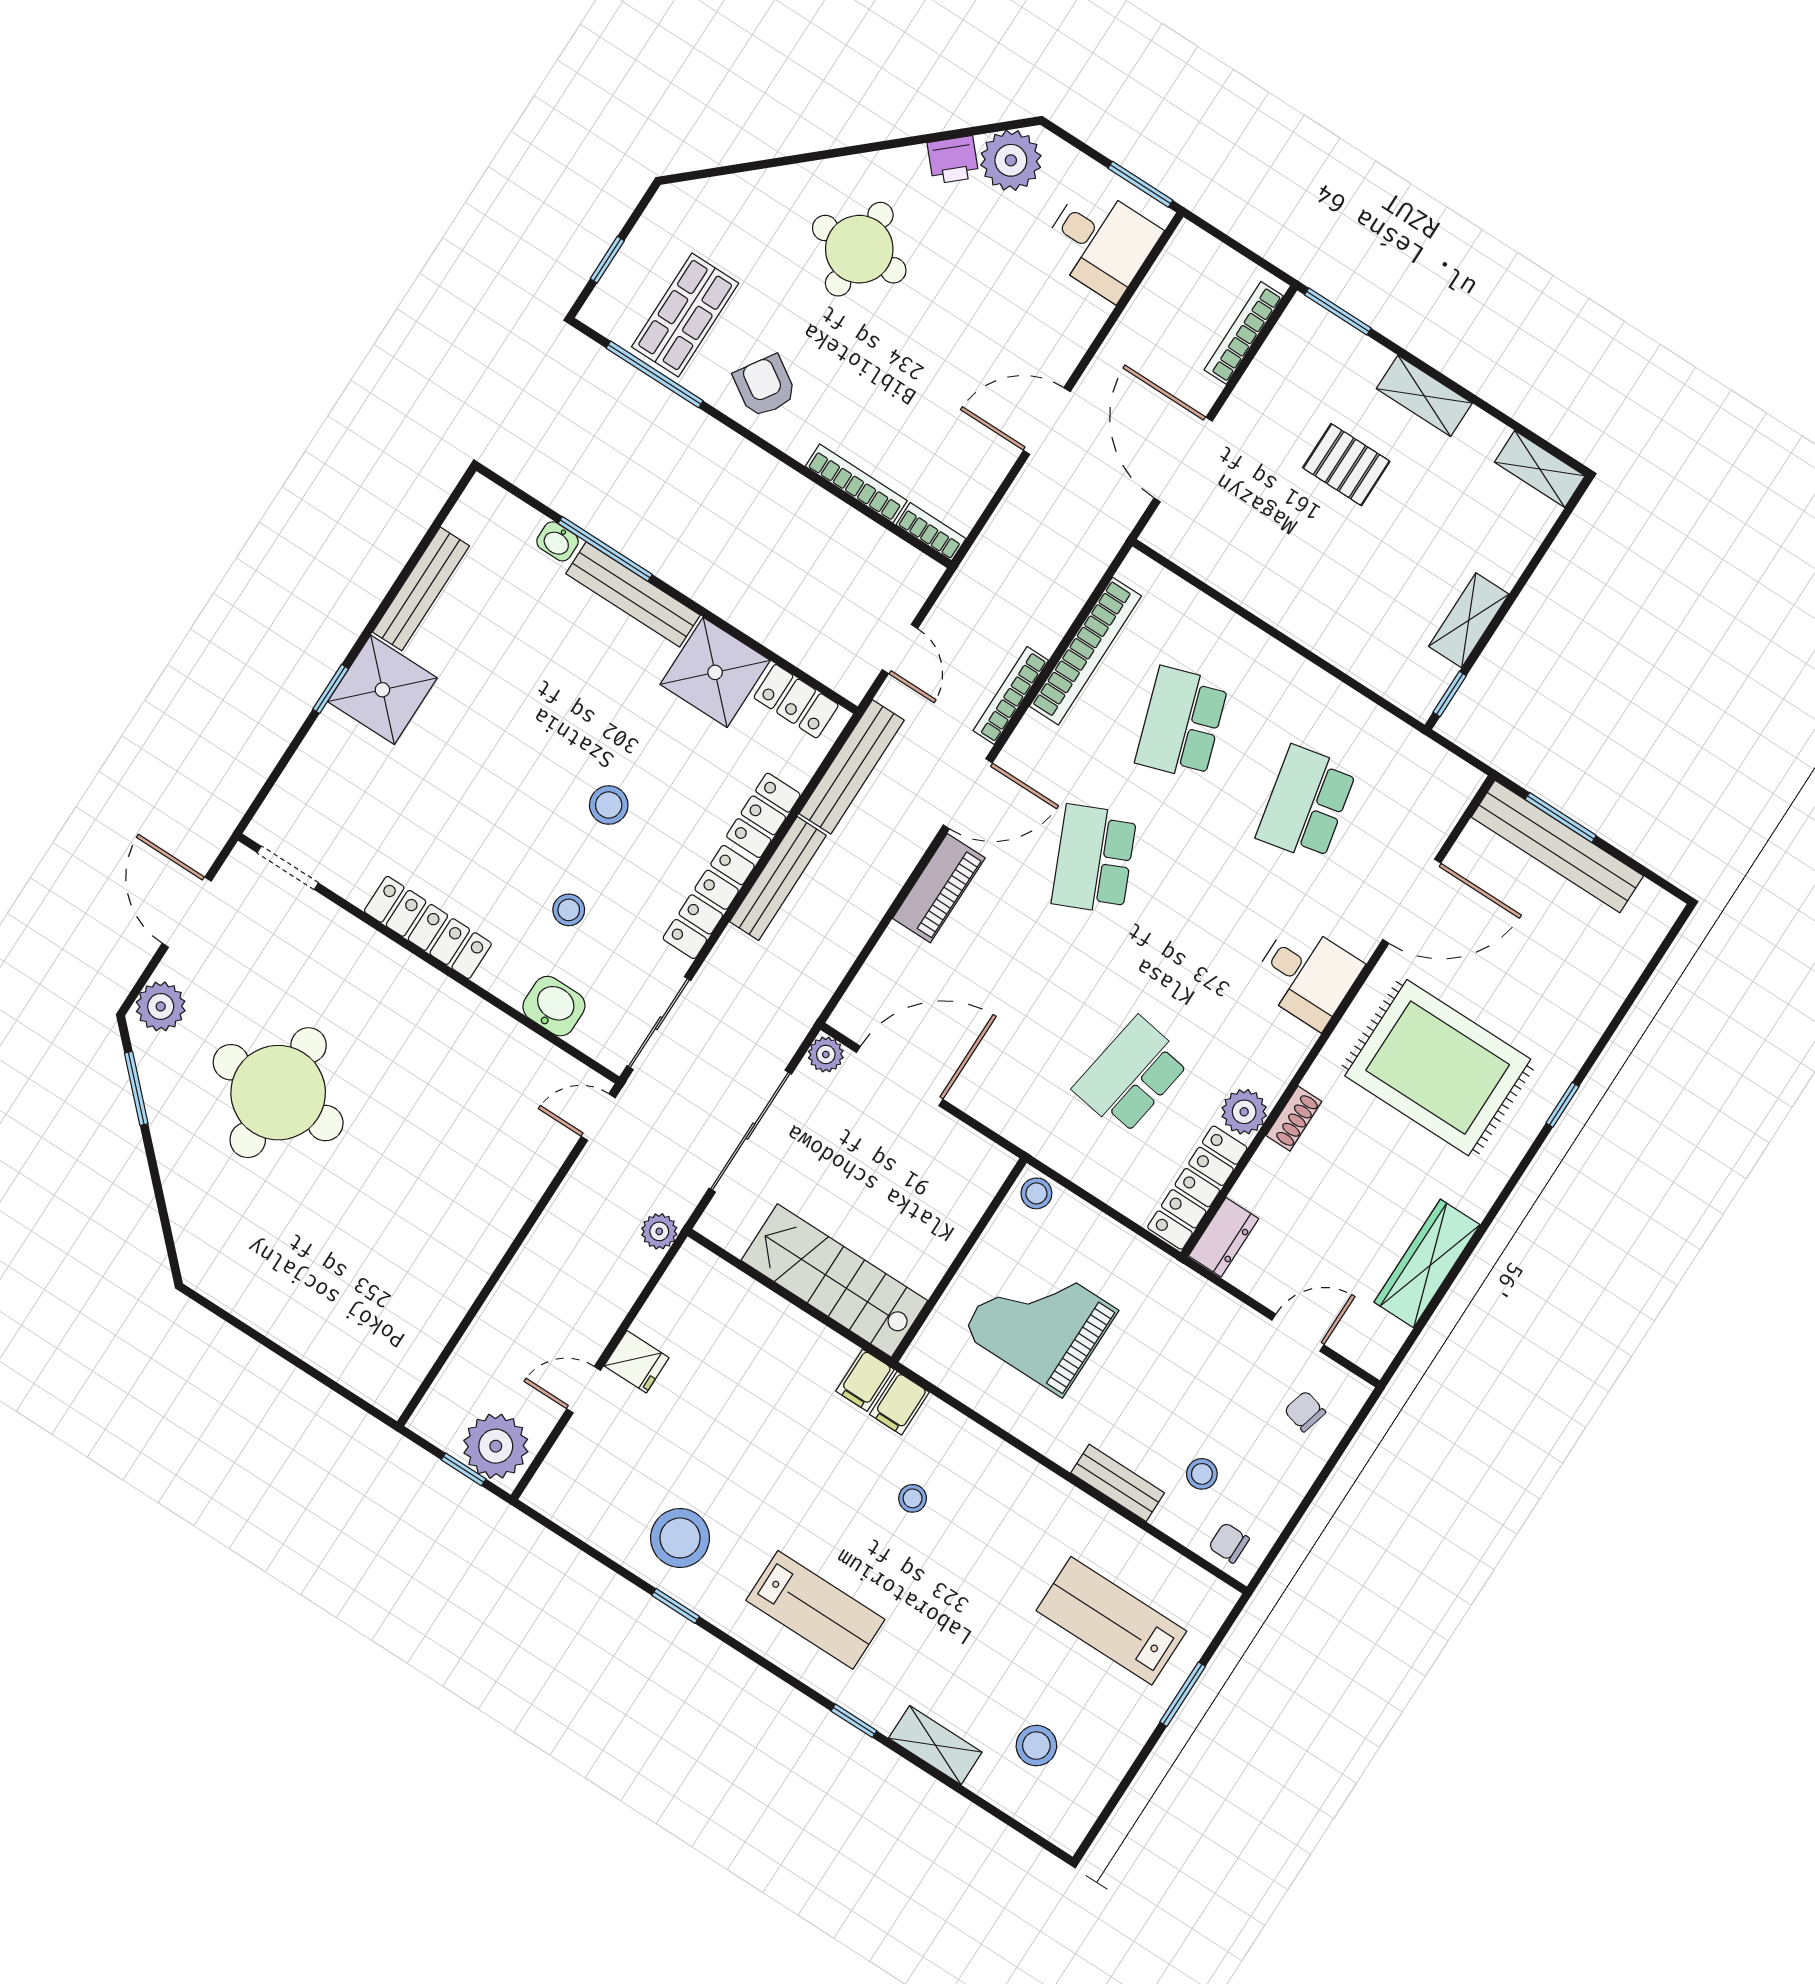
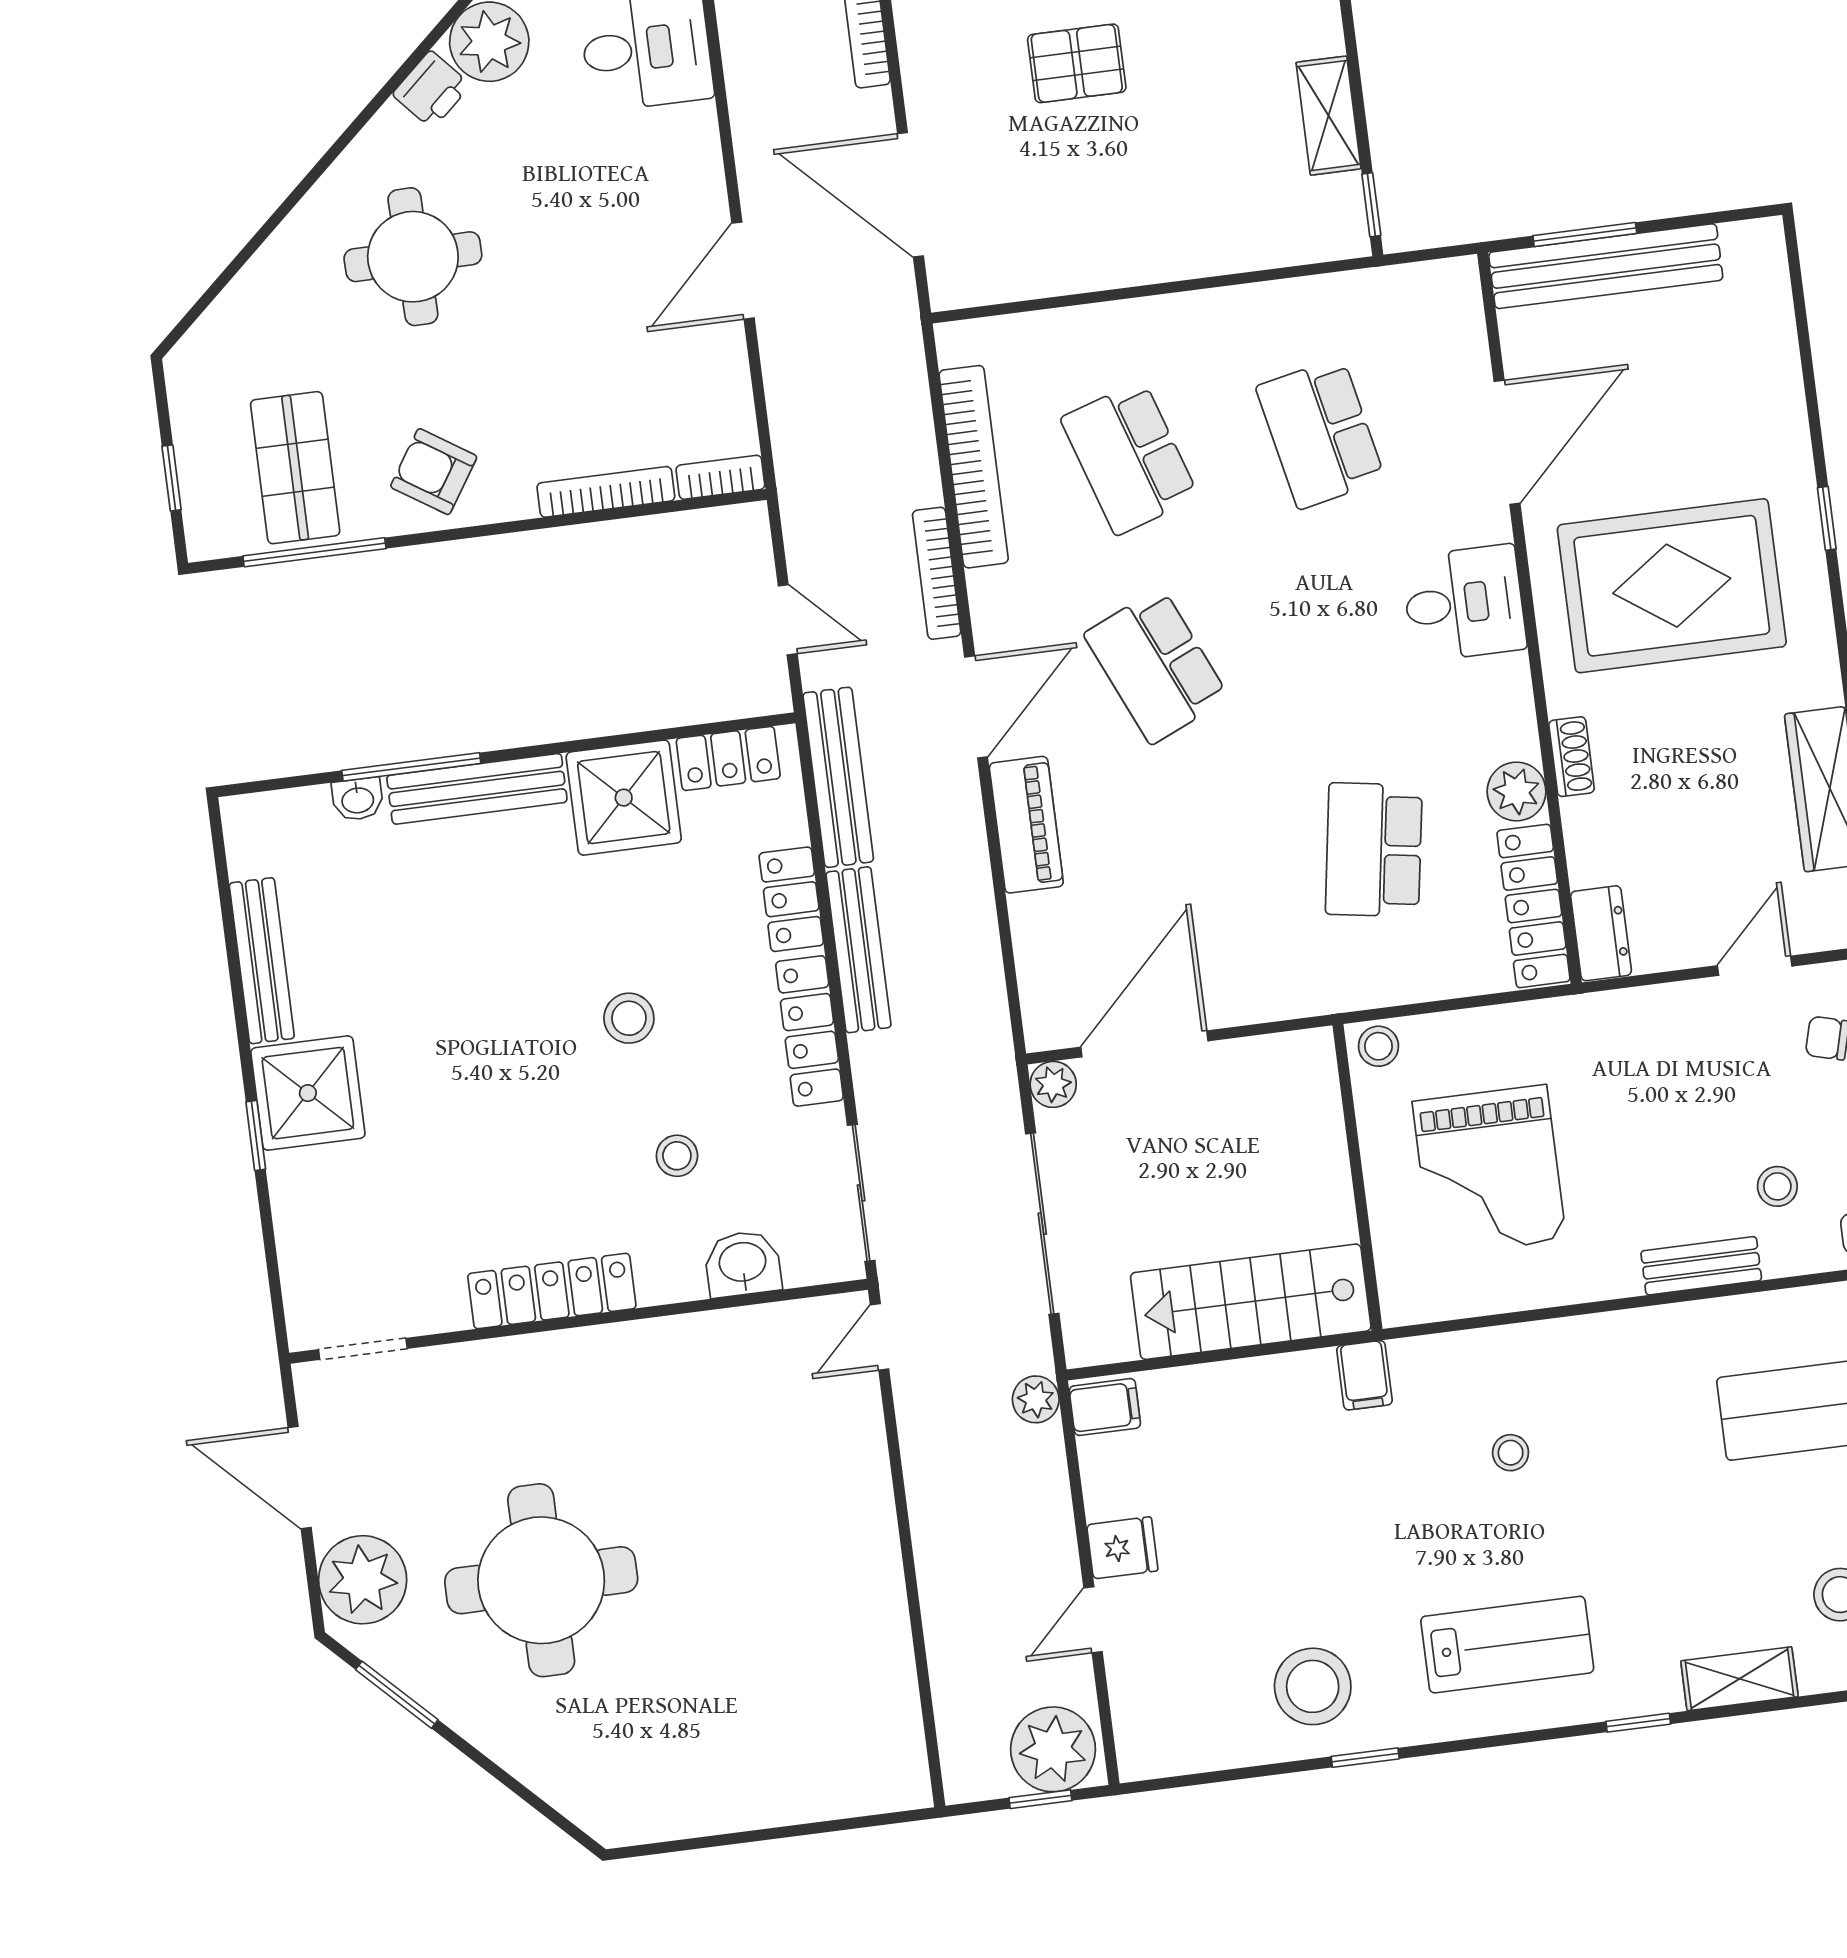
plant: (161, 1006) -> (363, 1580), width x1.36, depth x1.36
grand piano: (1040, 1322) -> (1489, 1171), turned -90
filing cabinet: (899, 1403) -> (1105, 1407), moved, turned -90

